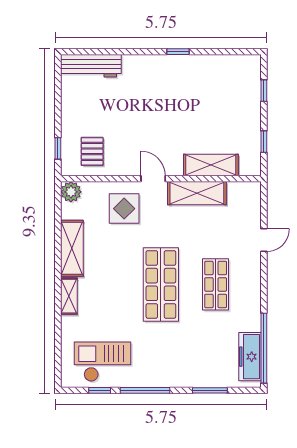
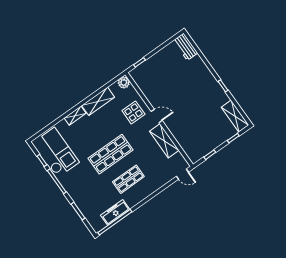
workbench: (91, 66) -> (185, 47), width x0.73
pallet: (92, 151) -> (149, 79), removed
shelving: (211, 165) -> (235, 116), moved
door: (153, 179) -> (157, 116), hinge flipped
door: (264, 240) -> (182, 174), moved
freezer: (250, 357) -> (115, 212), moved
checkout: (102, 362) -> (56, 152), width x1.36, depth x1.21

